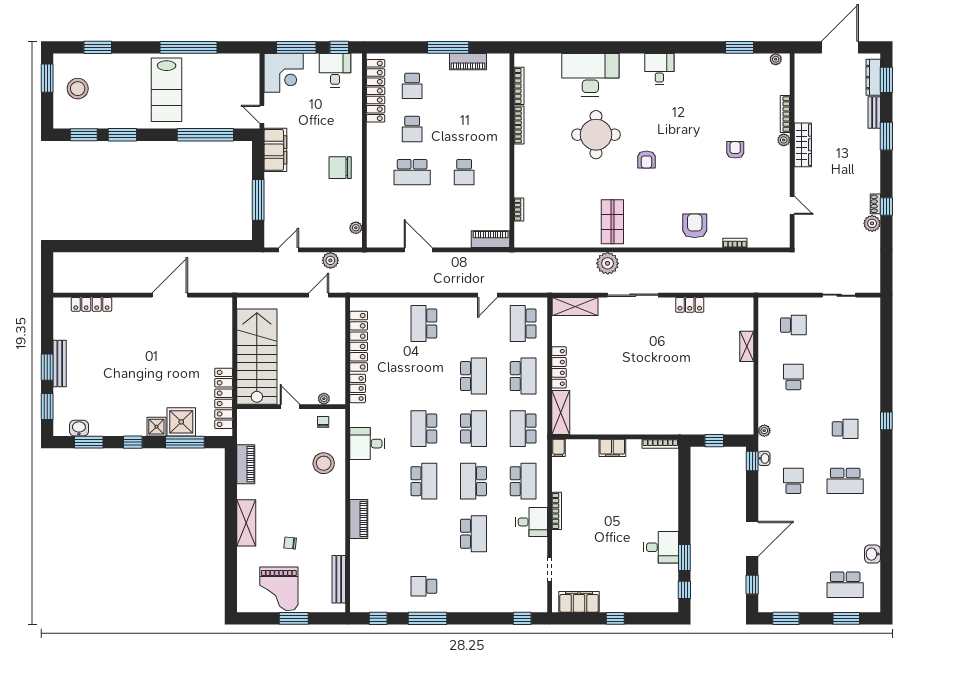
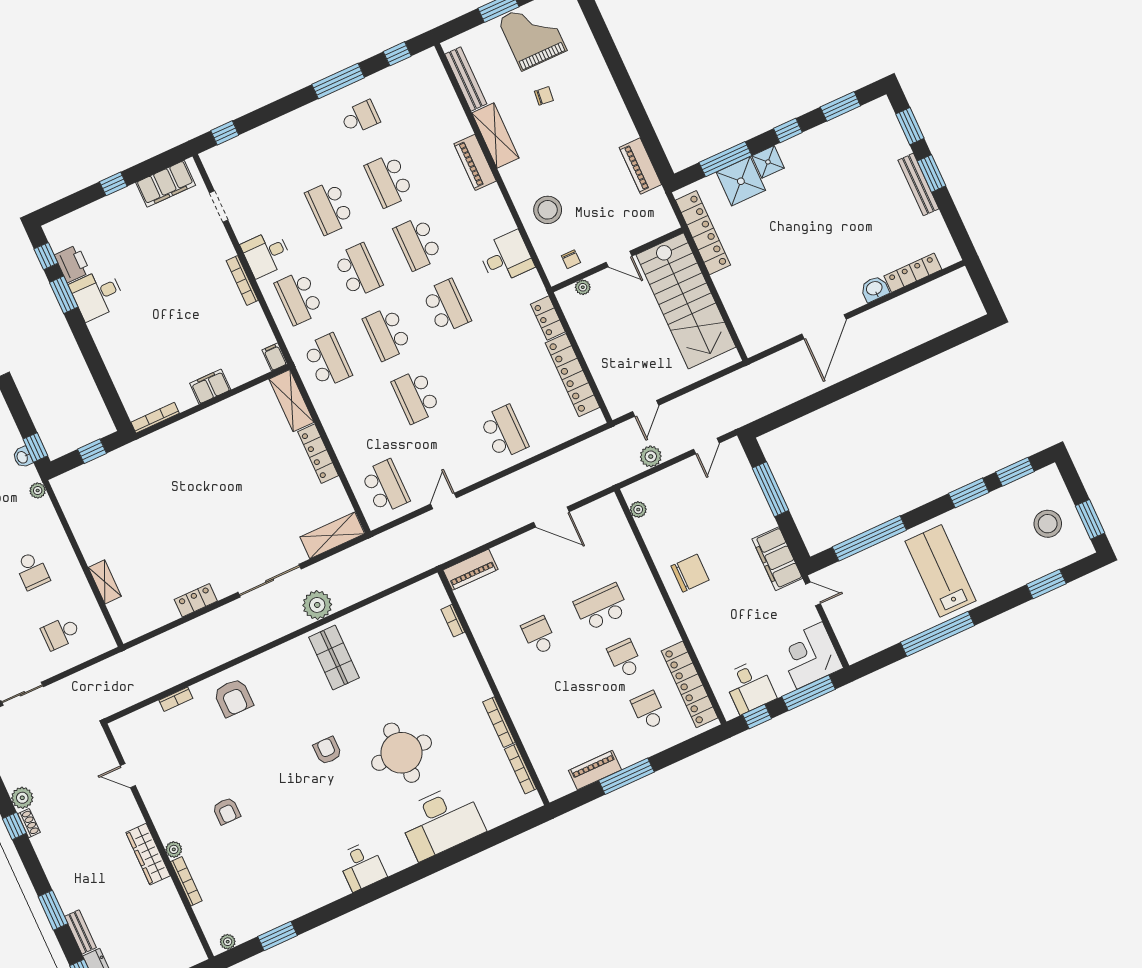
school desk: (523, 376) -> (389, 180), moved
washbasin: (79, 428) -> (875, 289), moved, turned 180
shelving: (246, 523) -> (495, 135), moved
printer: (669, 576) -> (72, 264), added

